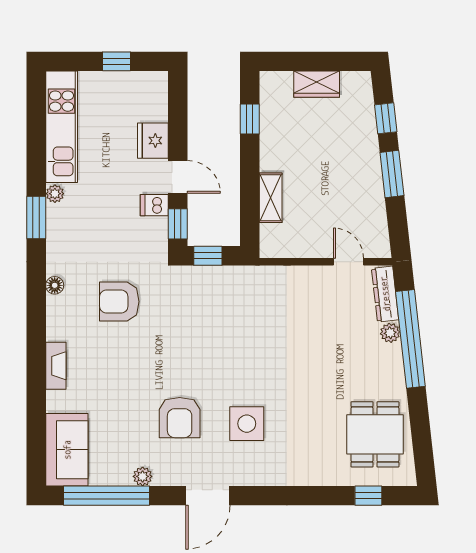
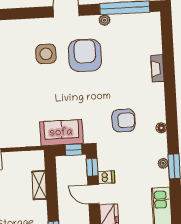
plant: (55, 194) -> (163, 163), moved
fireplace: (56, 366) -> (157, 69), moved
armchair: (180, 418) -> (85, 55), width x1.36, depth x1.36
sofa: (67, 450) -> (61, 133), moved, turned 90

